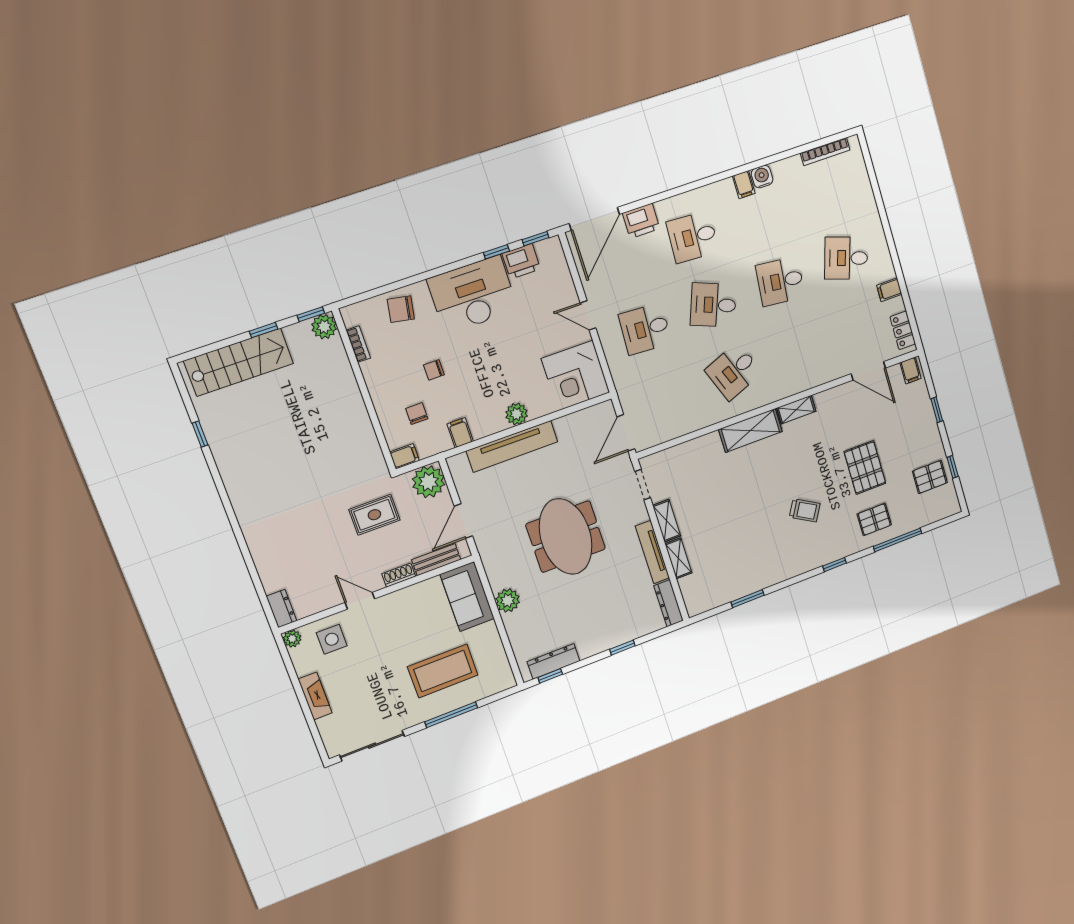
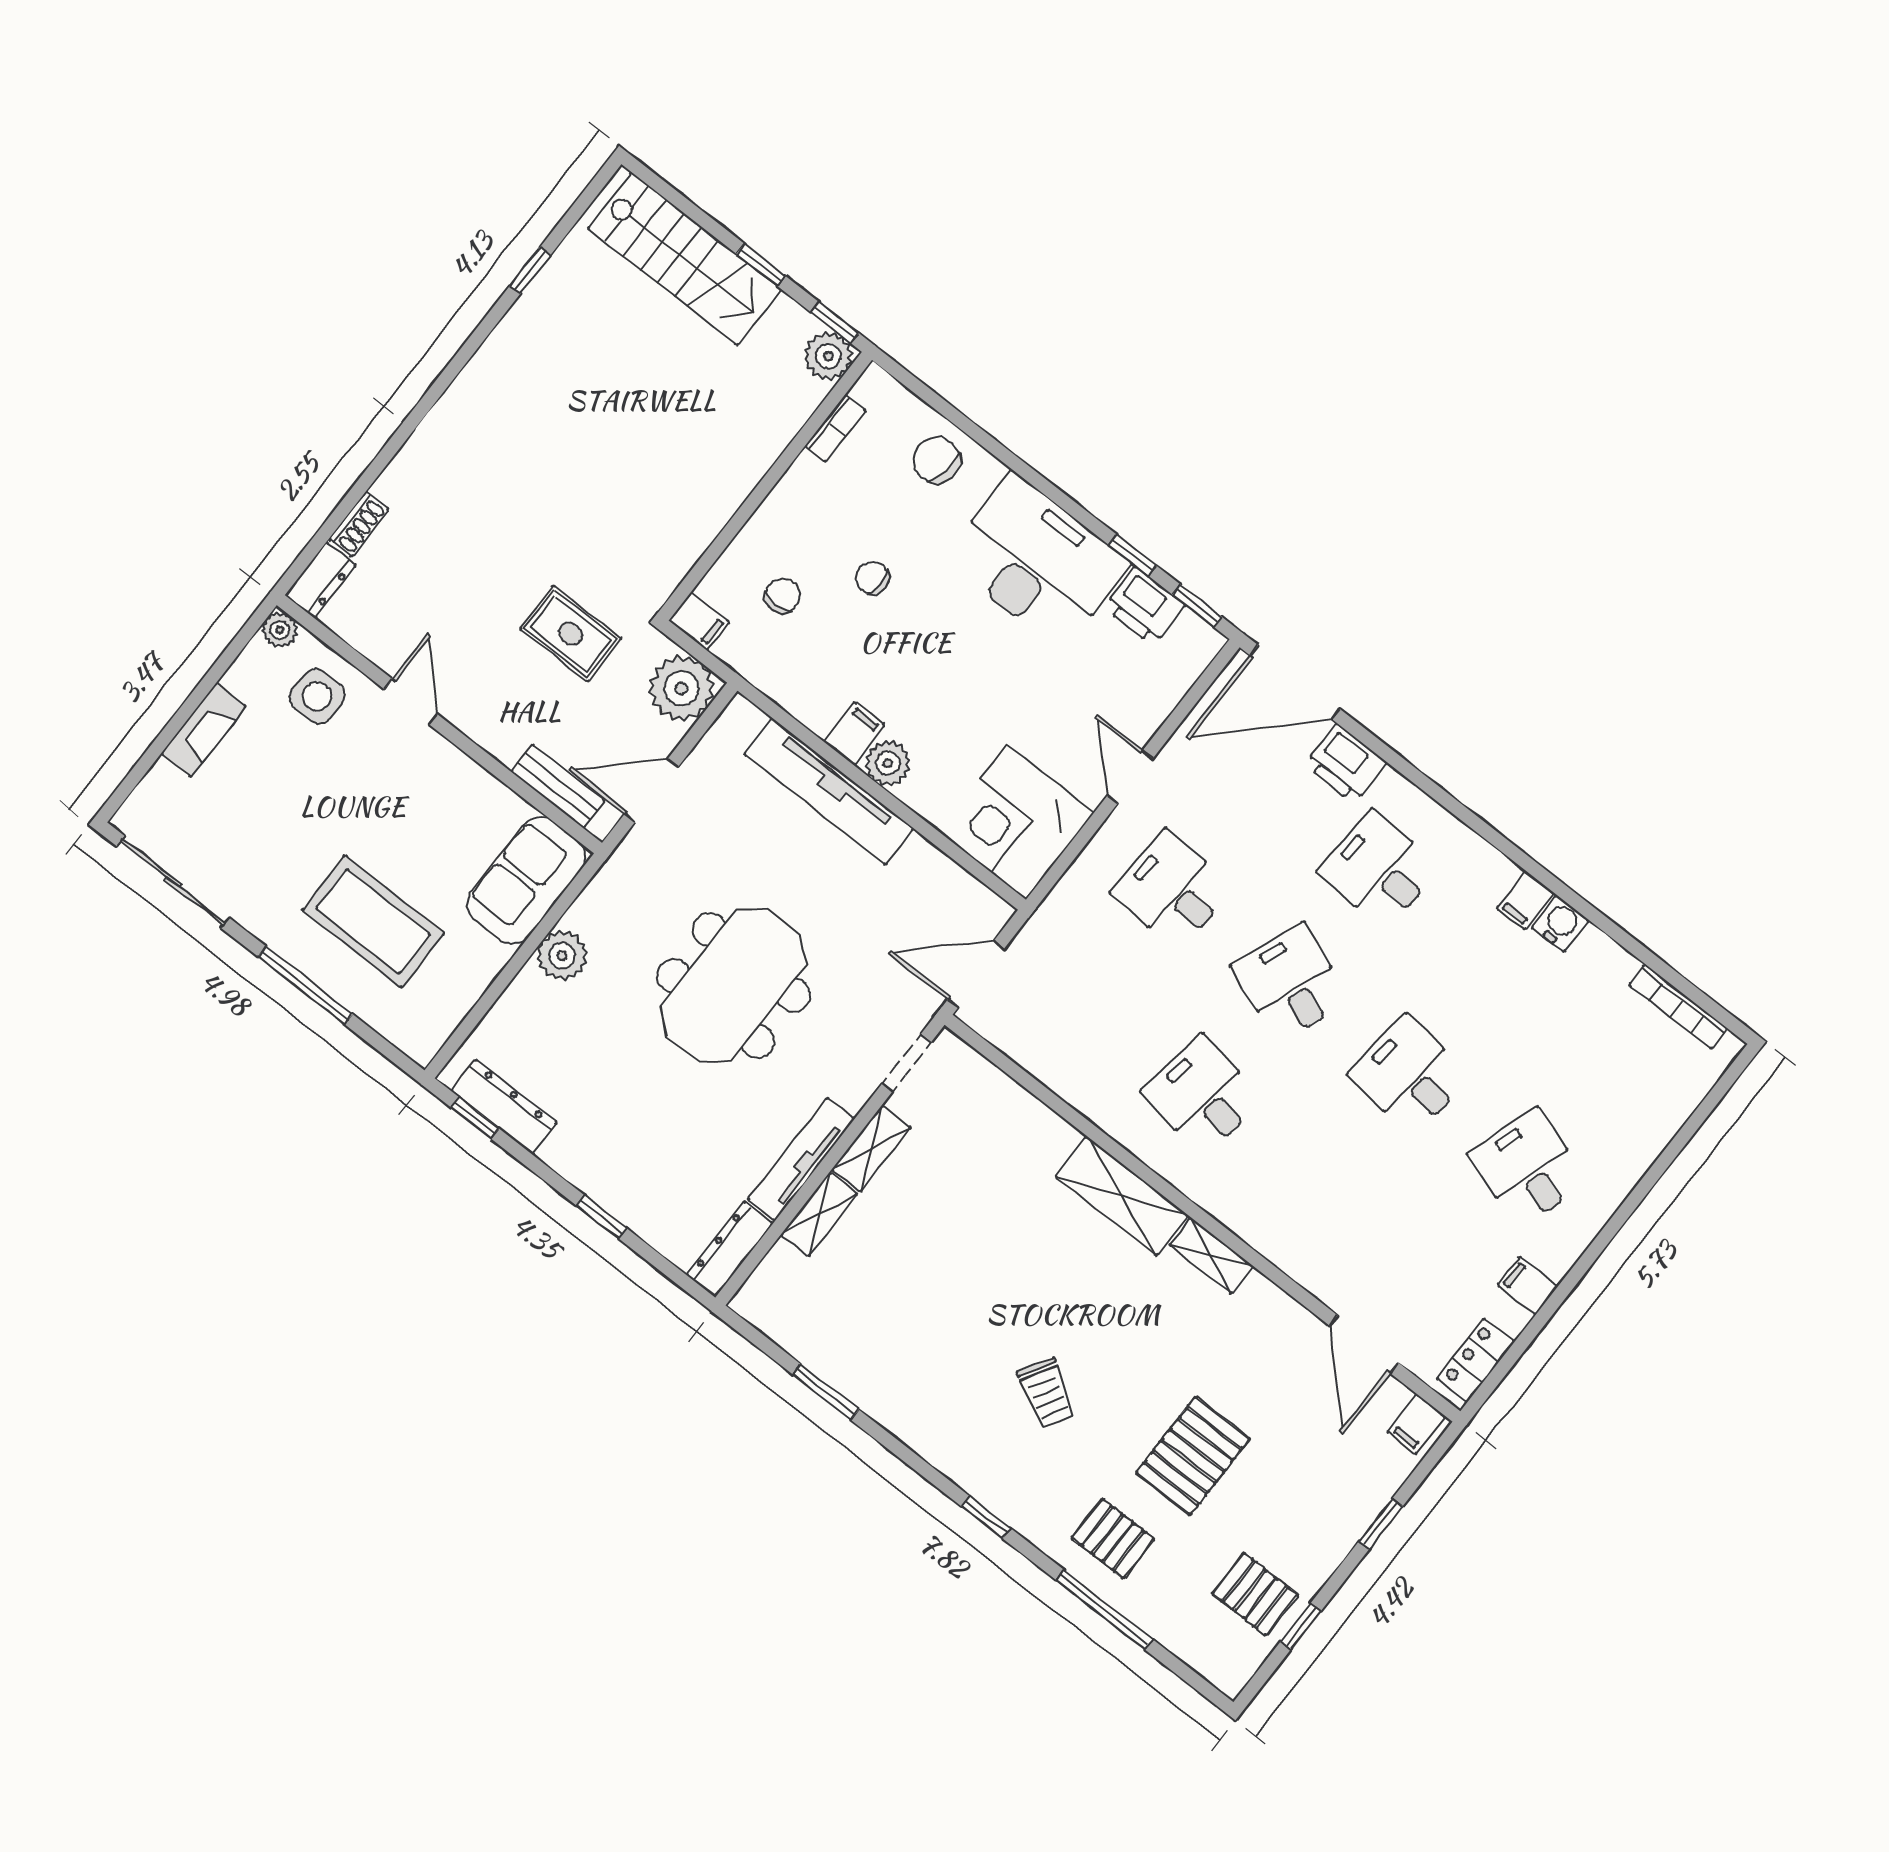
desk: (734, 371) -> (1203, 1096), turned 30
filing cabinet: (460, 433) -> (854, 733), moved
shoe rack: (399, 575) -> (359, 524), moved, turned 90

